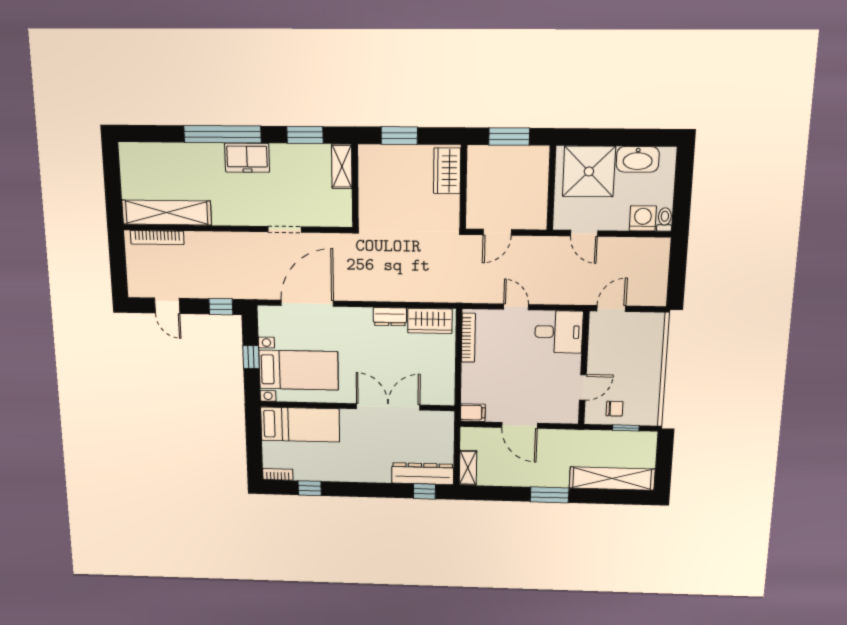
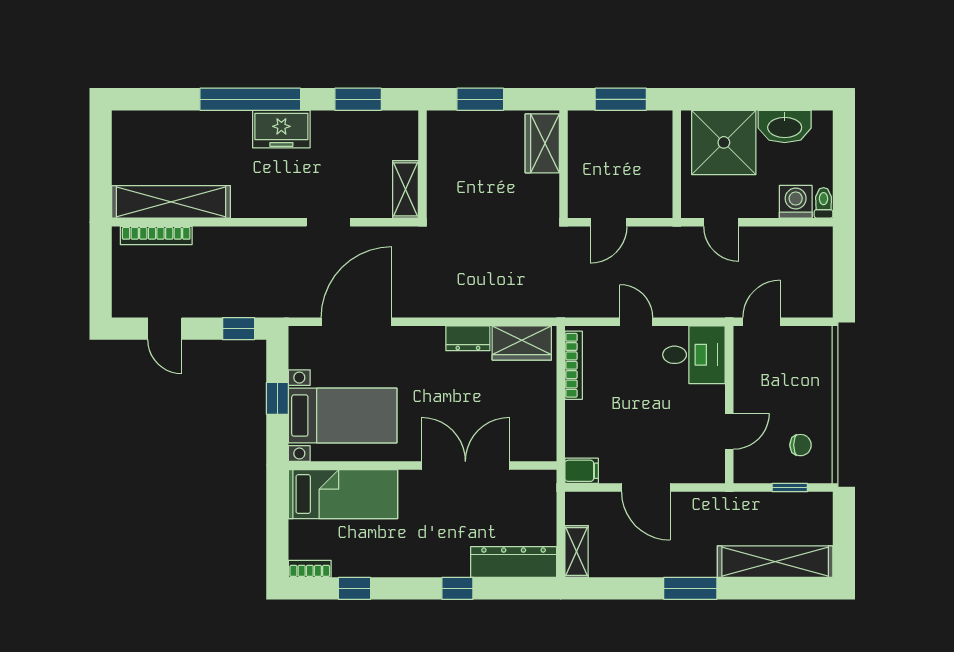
shelving: (342, 166) -> (405, 189), moved
chair: (615, 409) -> (801, 445), moved
window: (424, 491) -> (457, 588), moved

